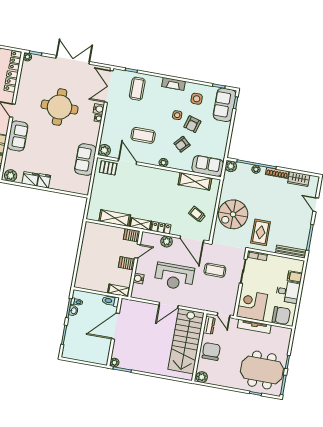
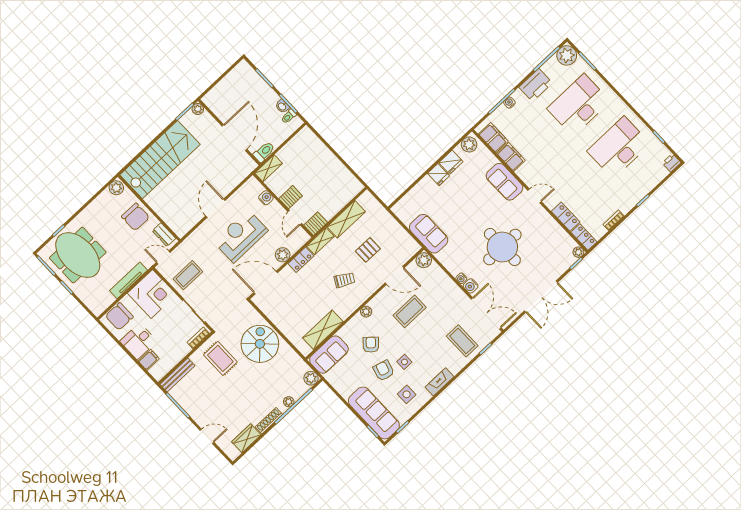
sofa: (225, 105) -> (374, 413), width x1.36
pallet: (108, 168) -> (368, 250), moved
trolley: (197, 214) -> (344, 280), moved
coffee table: (215, 270) -> (188, 275), moved
stairs: (186, 341) -> (160, 160), moved, turned 90
meeting table: (262, 370) -> (78, 255), turned 90

